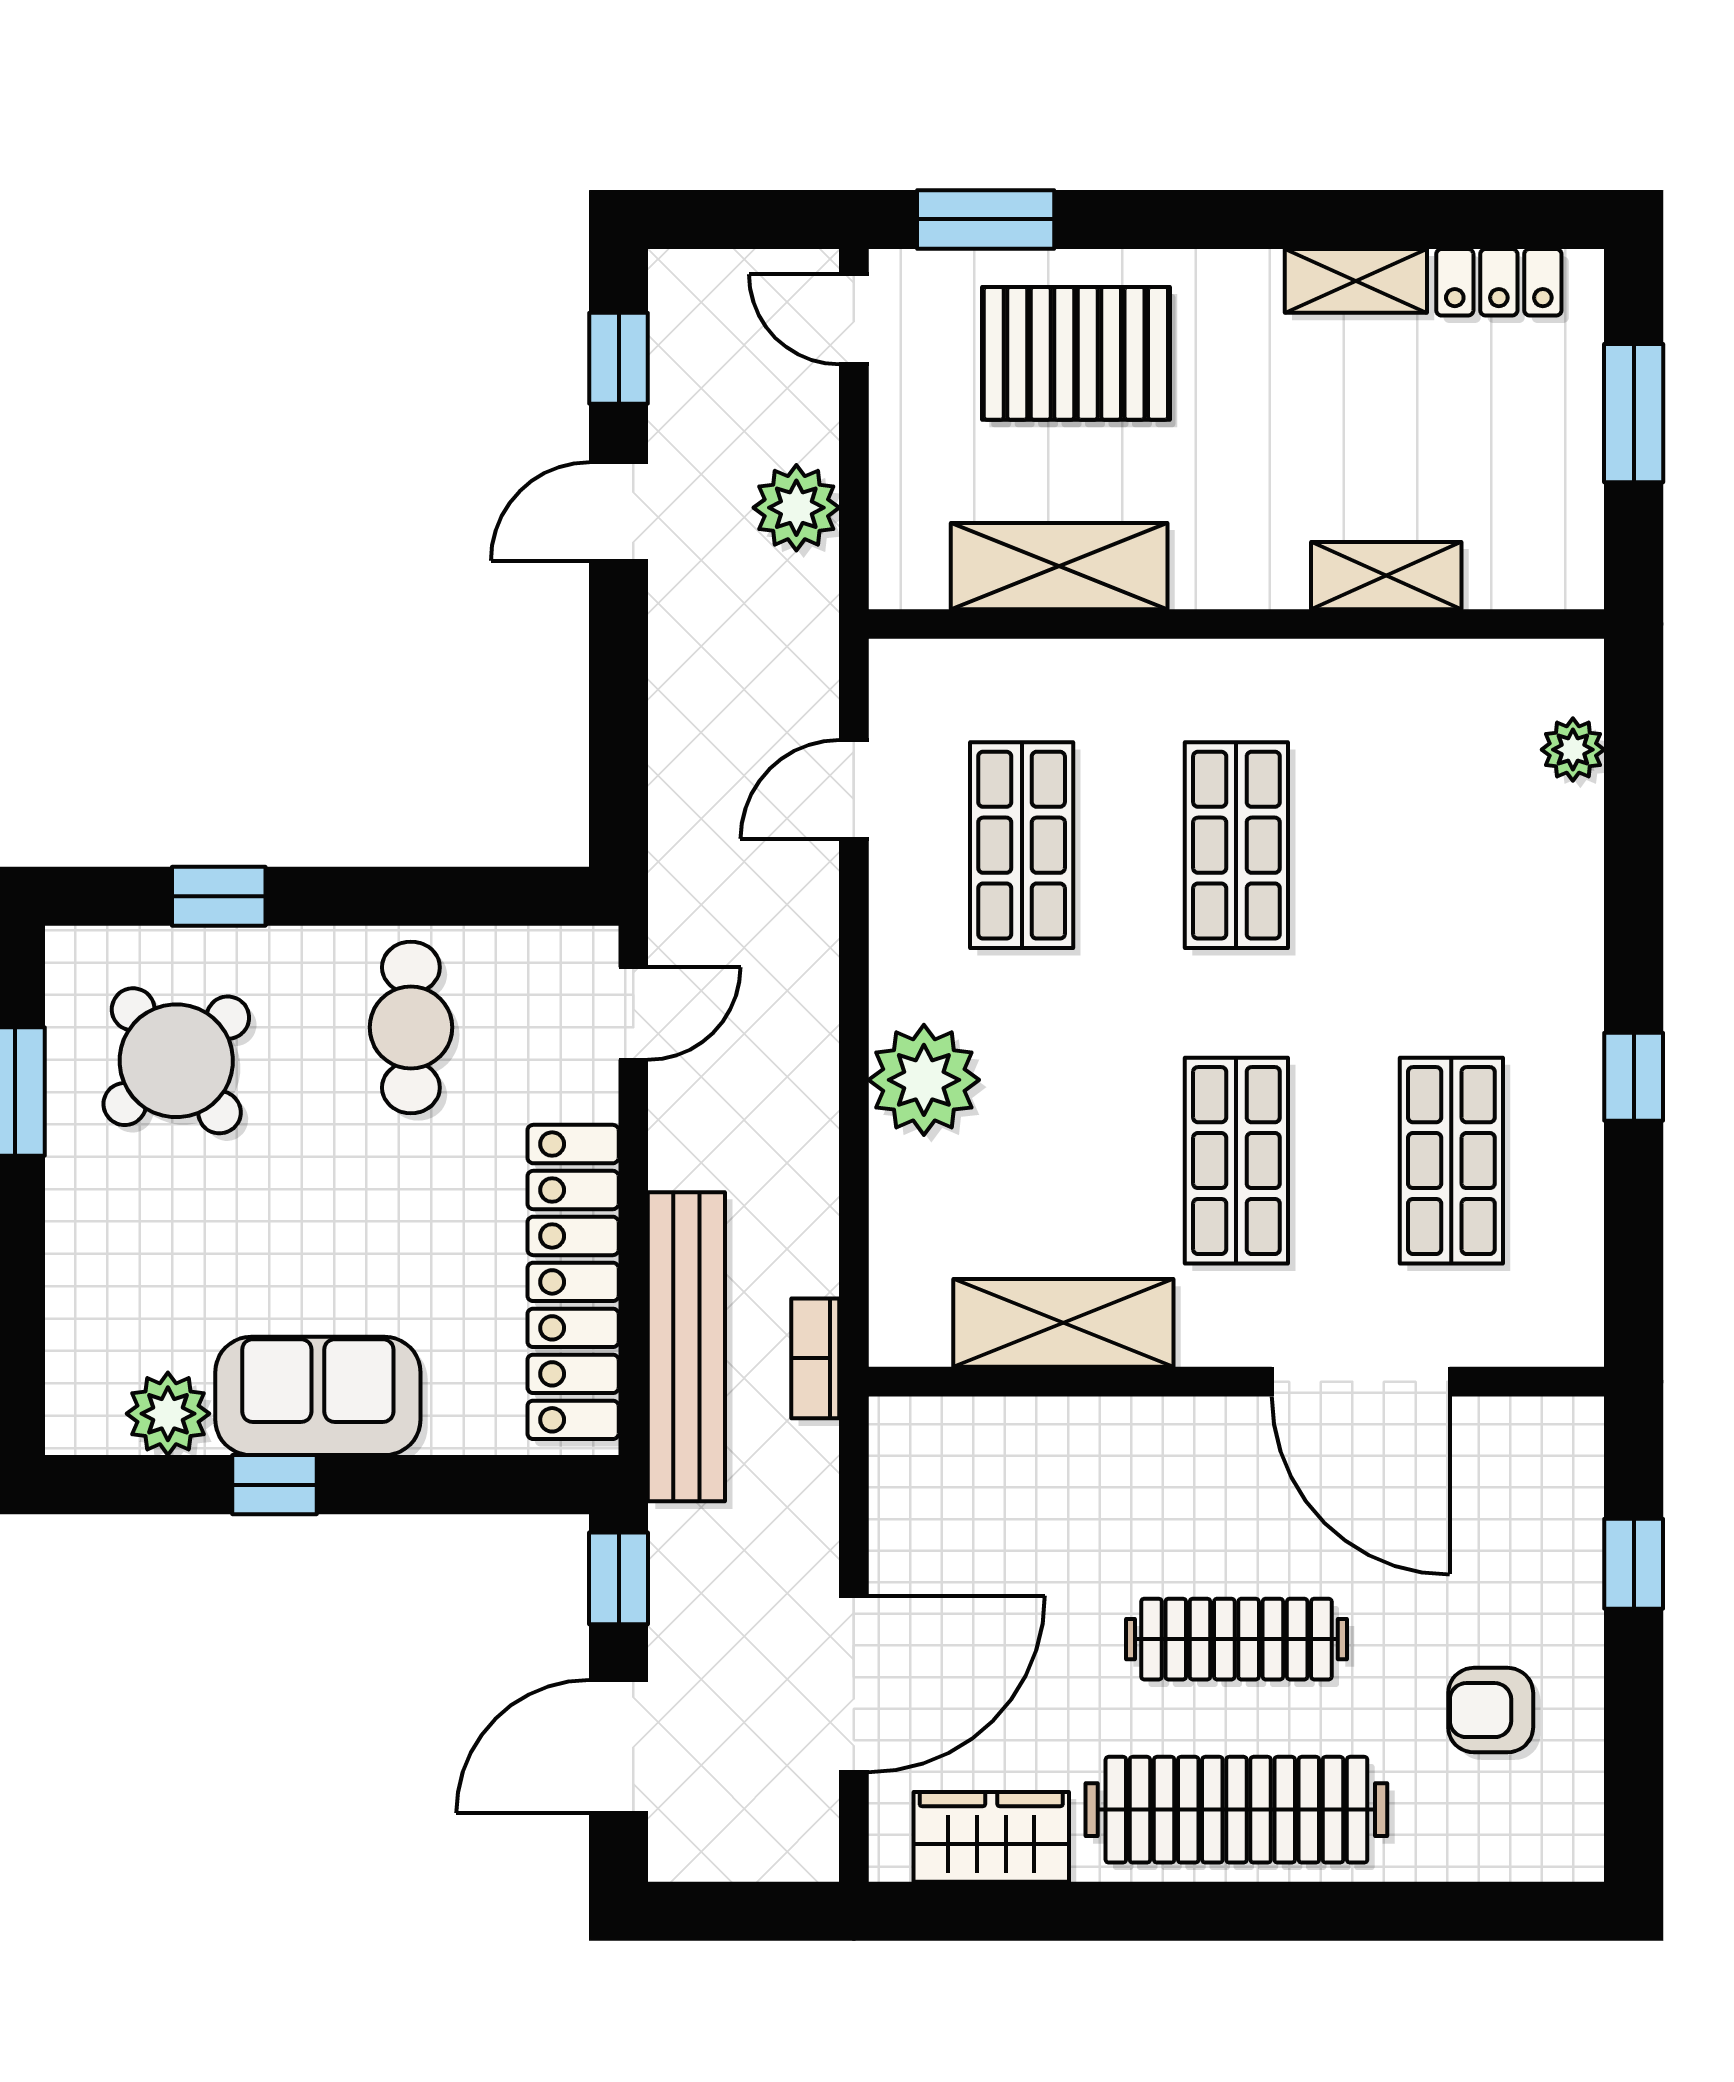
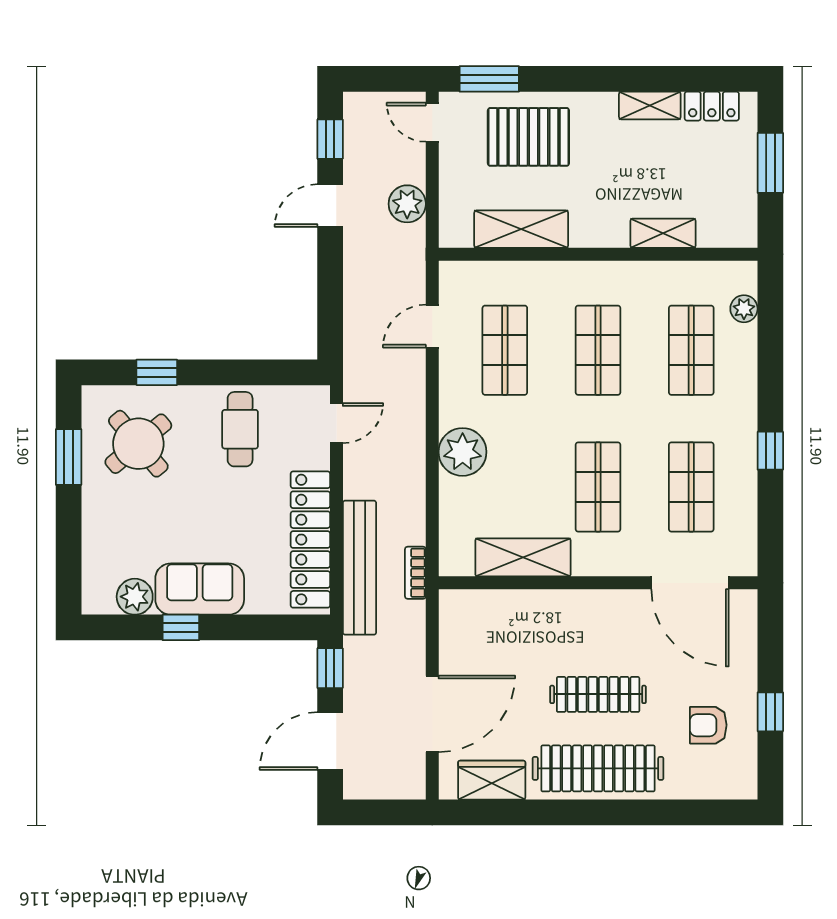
shop shelf: (1451, 845) -> (691, 350), added
door: (1361, 1382) -> (690, 583), moved
window: (1634, 1564) -> (770, 712), moved

